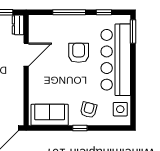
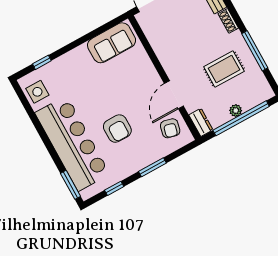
window: (69, 12) -> (152, 167), width x0.69
armchair: (89, 110) -> (170, 128), moved
window: (80, 128) -> (42, 62), moved

